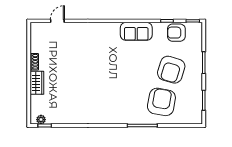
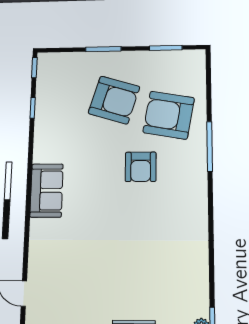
sofa: (136, 31) -> (47, 190), moved
armchair: (176, 33) -> (141, 167), moved

